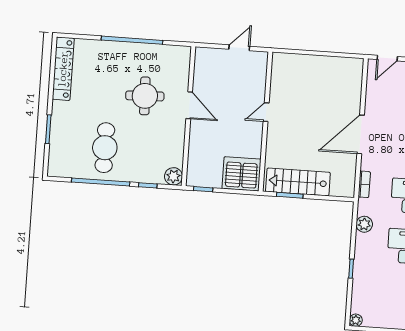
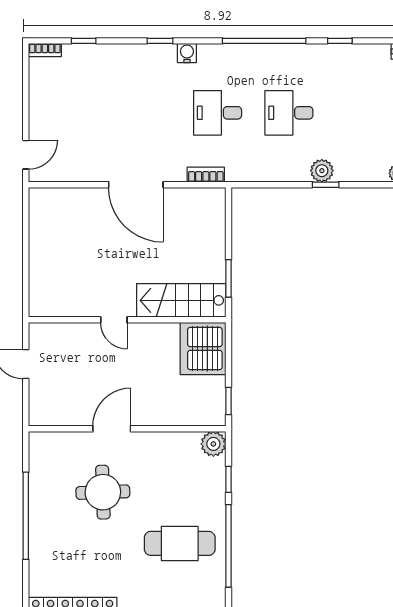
door: (387, 58) -> (26, 155), hinge flipped
stairs: (298, 182) -> (181, 300), moved, turned 90
plant: (364, 224) -> (322, 171), moved

